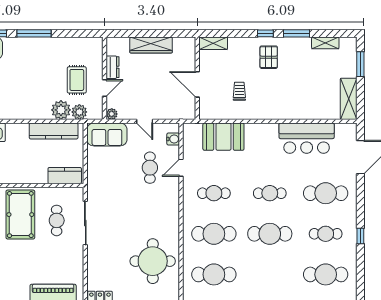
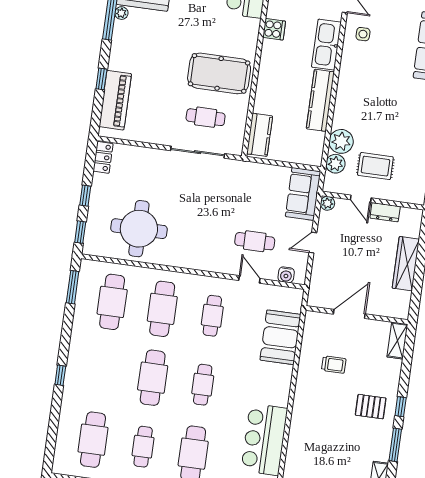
kitchen counter: (54, 131) -> (320, 100), moved

